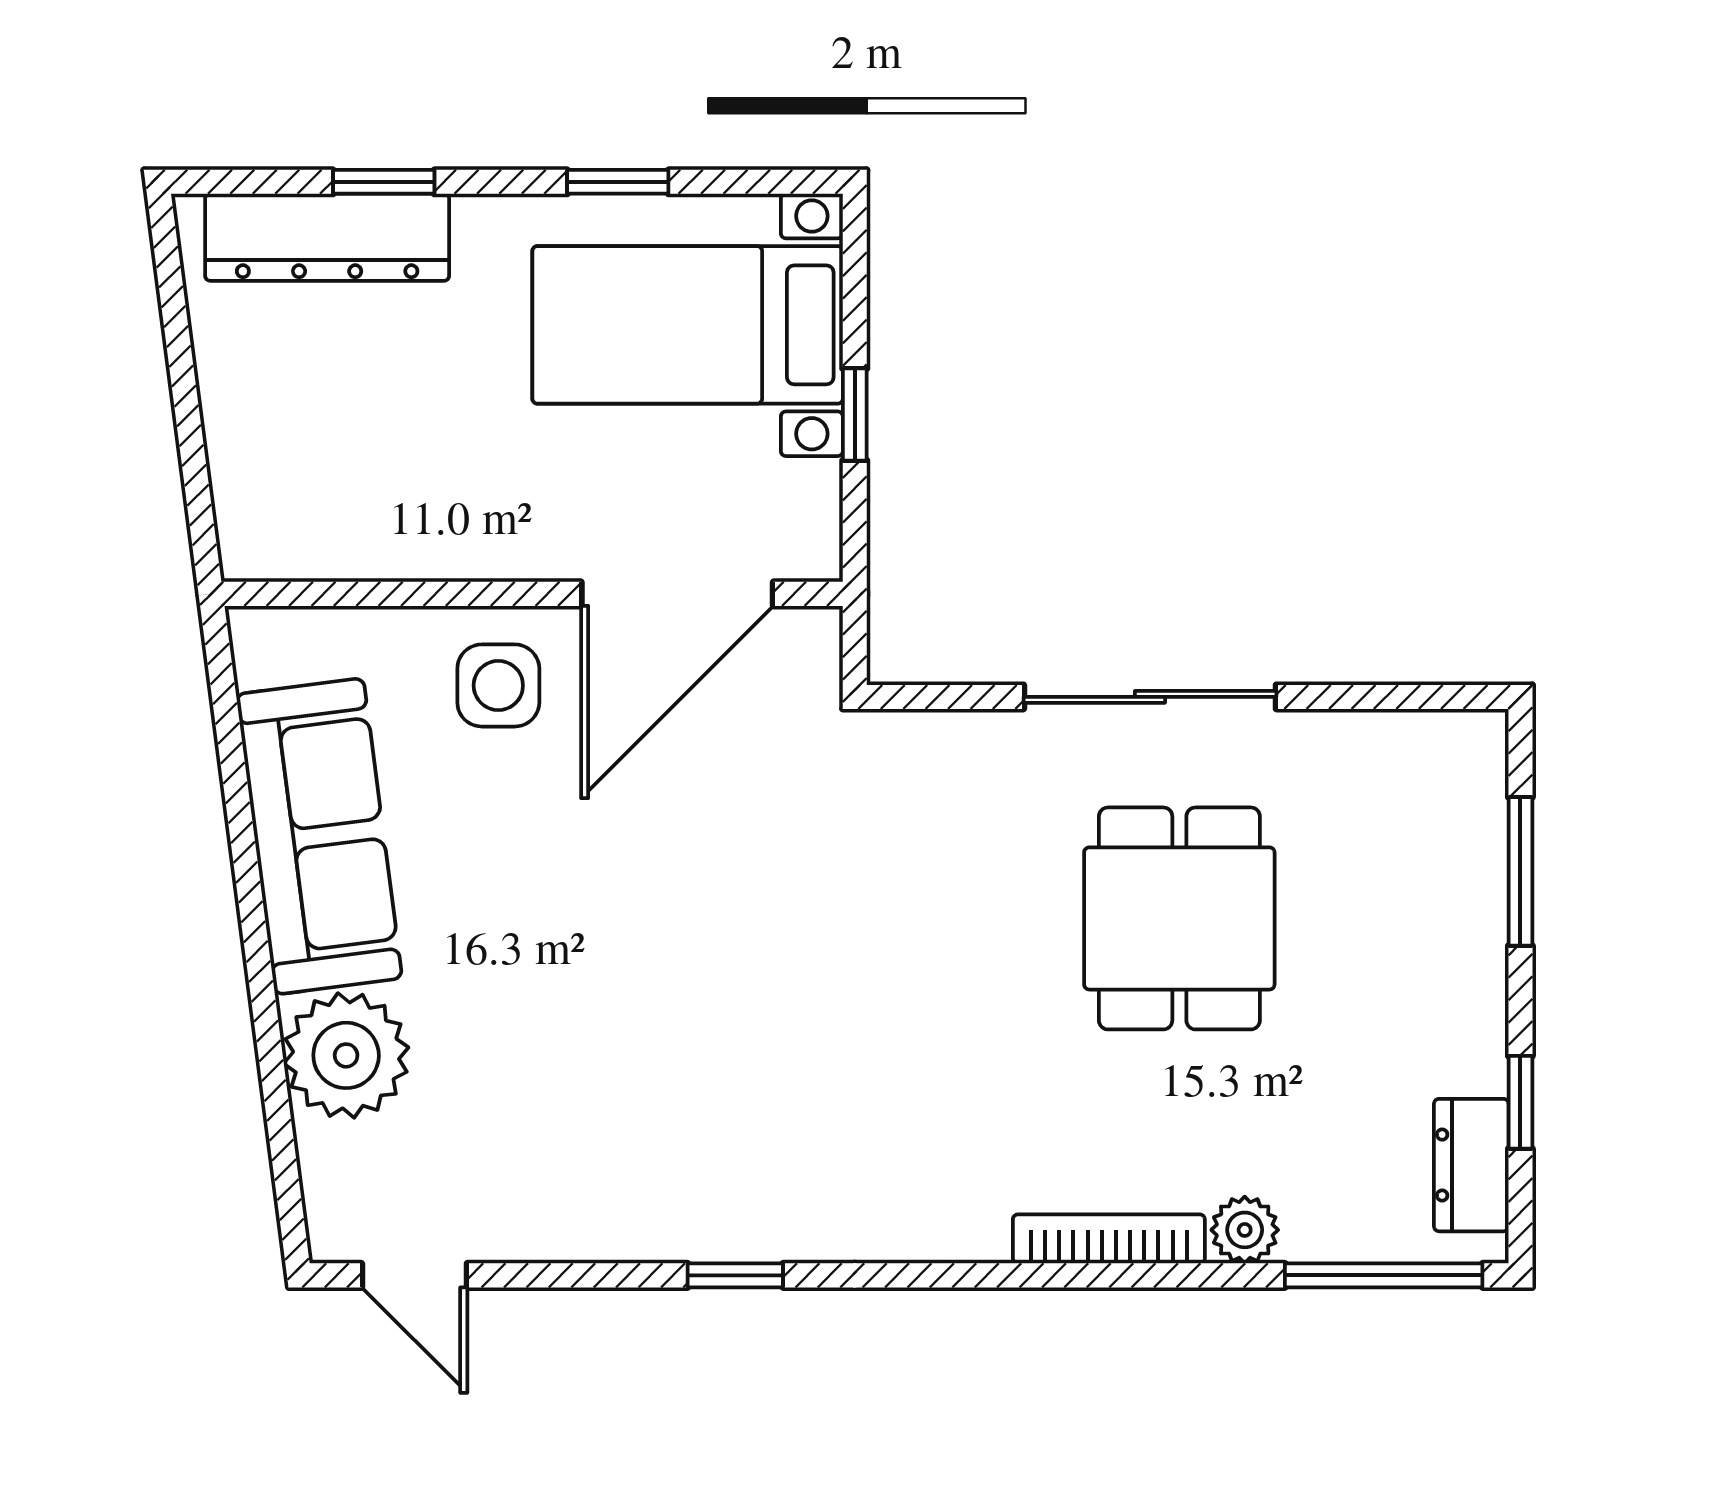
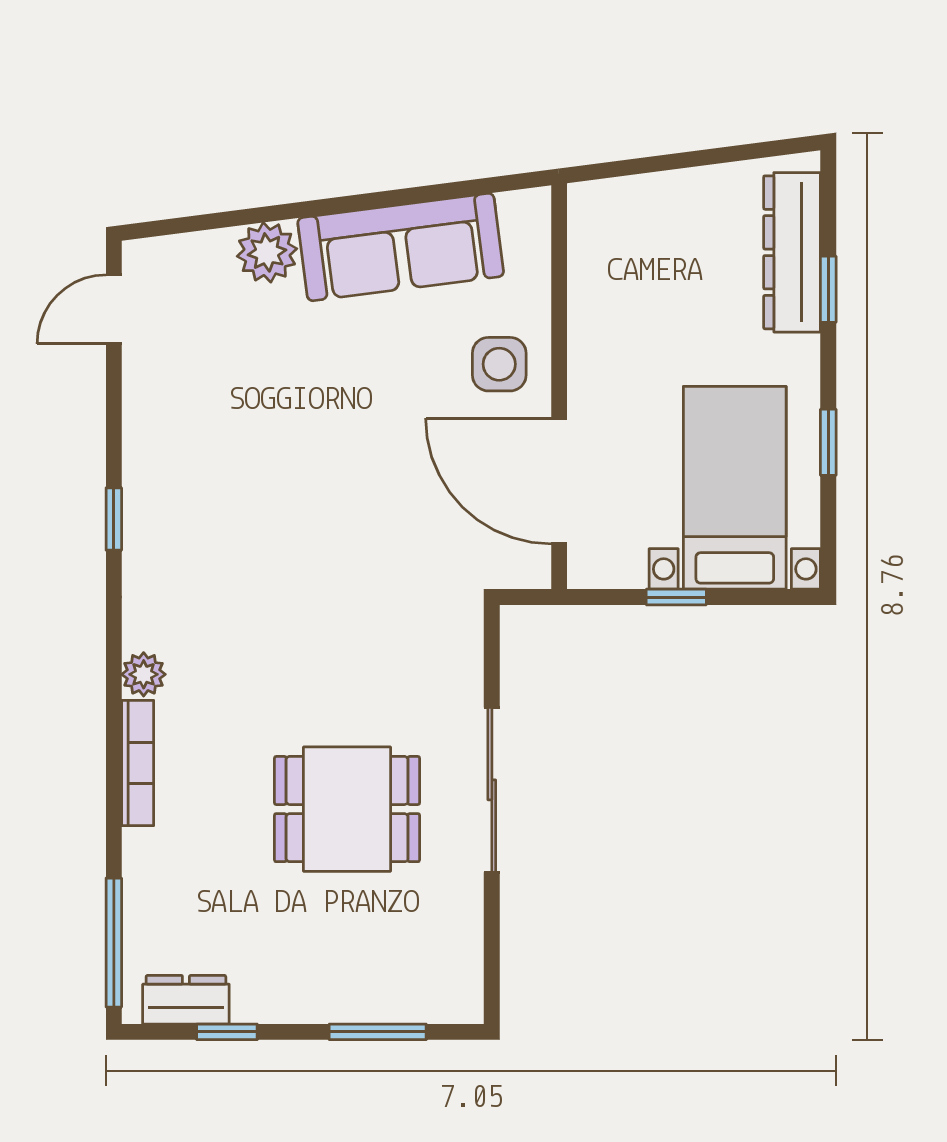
plant: (346, 1055) -> (267, 252), width x0.73, depth x0.73
plant: (1245, 1230) -> (144, 674), moved

